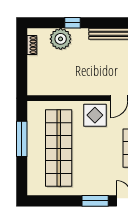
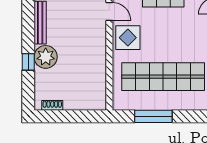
plant: (61, 39) -> (46, 57), moved

